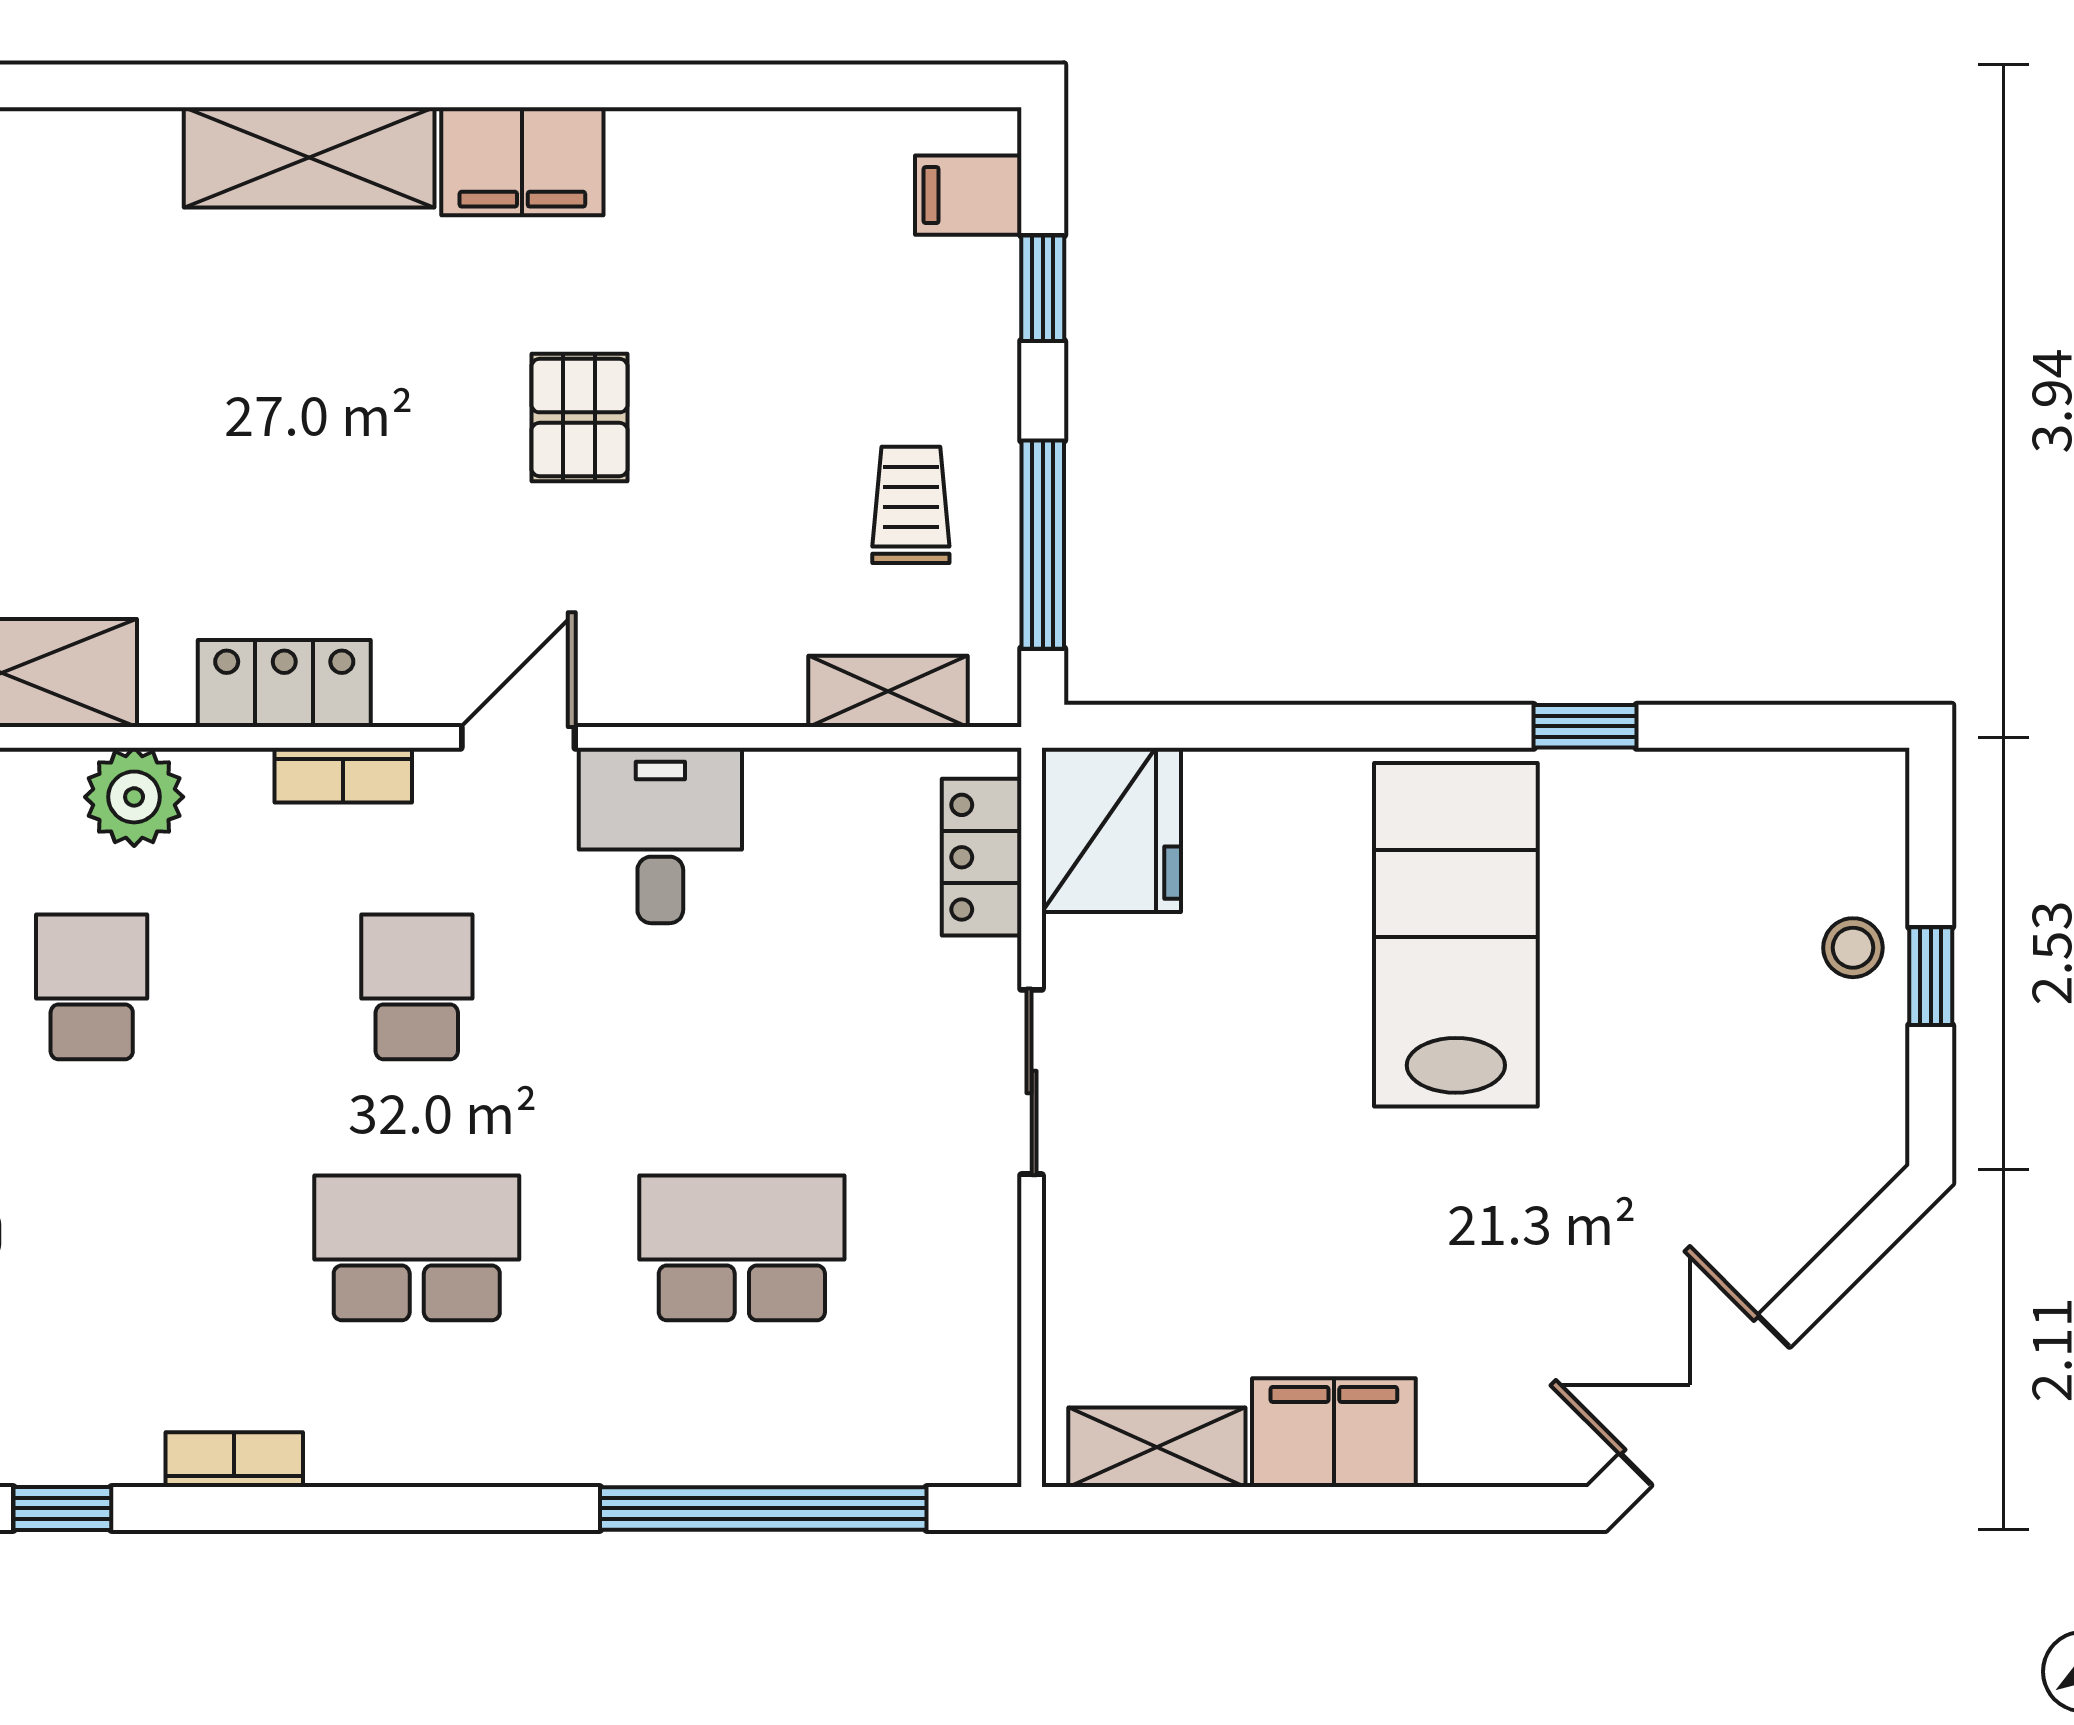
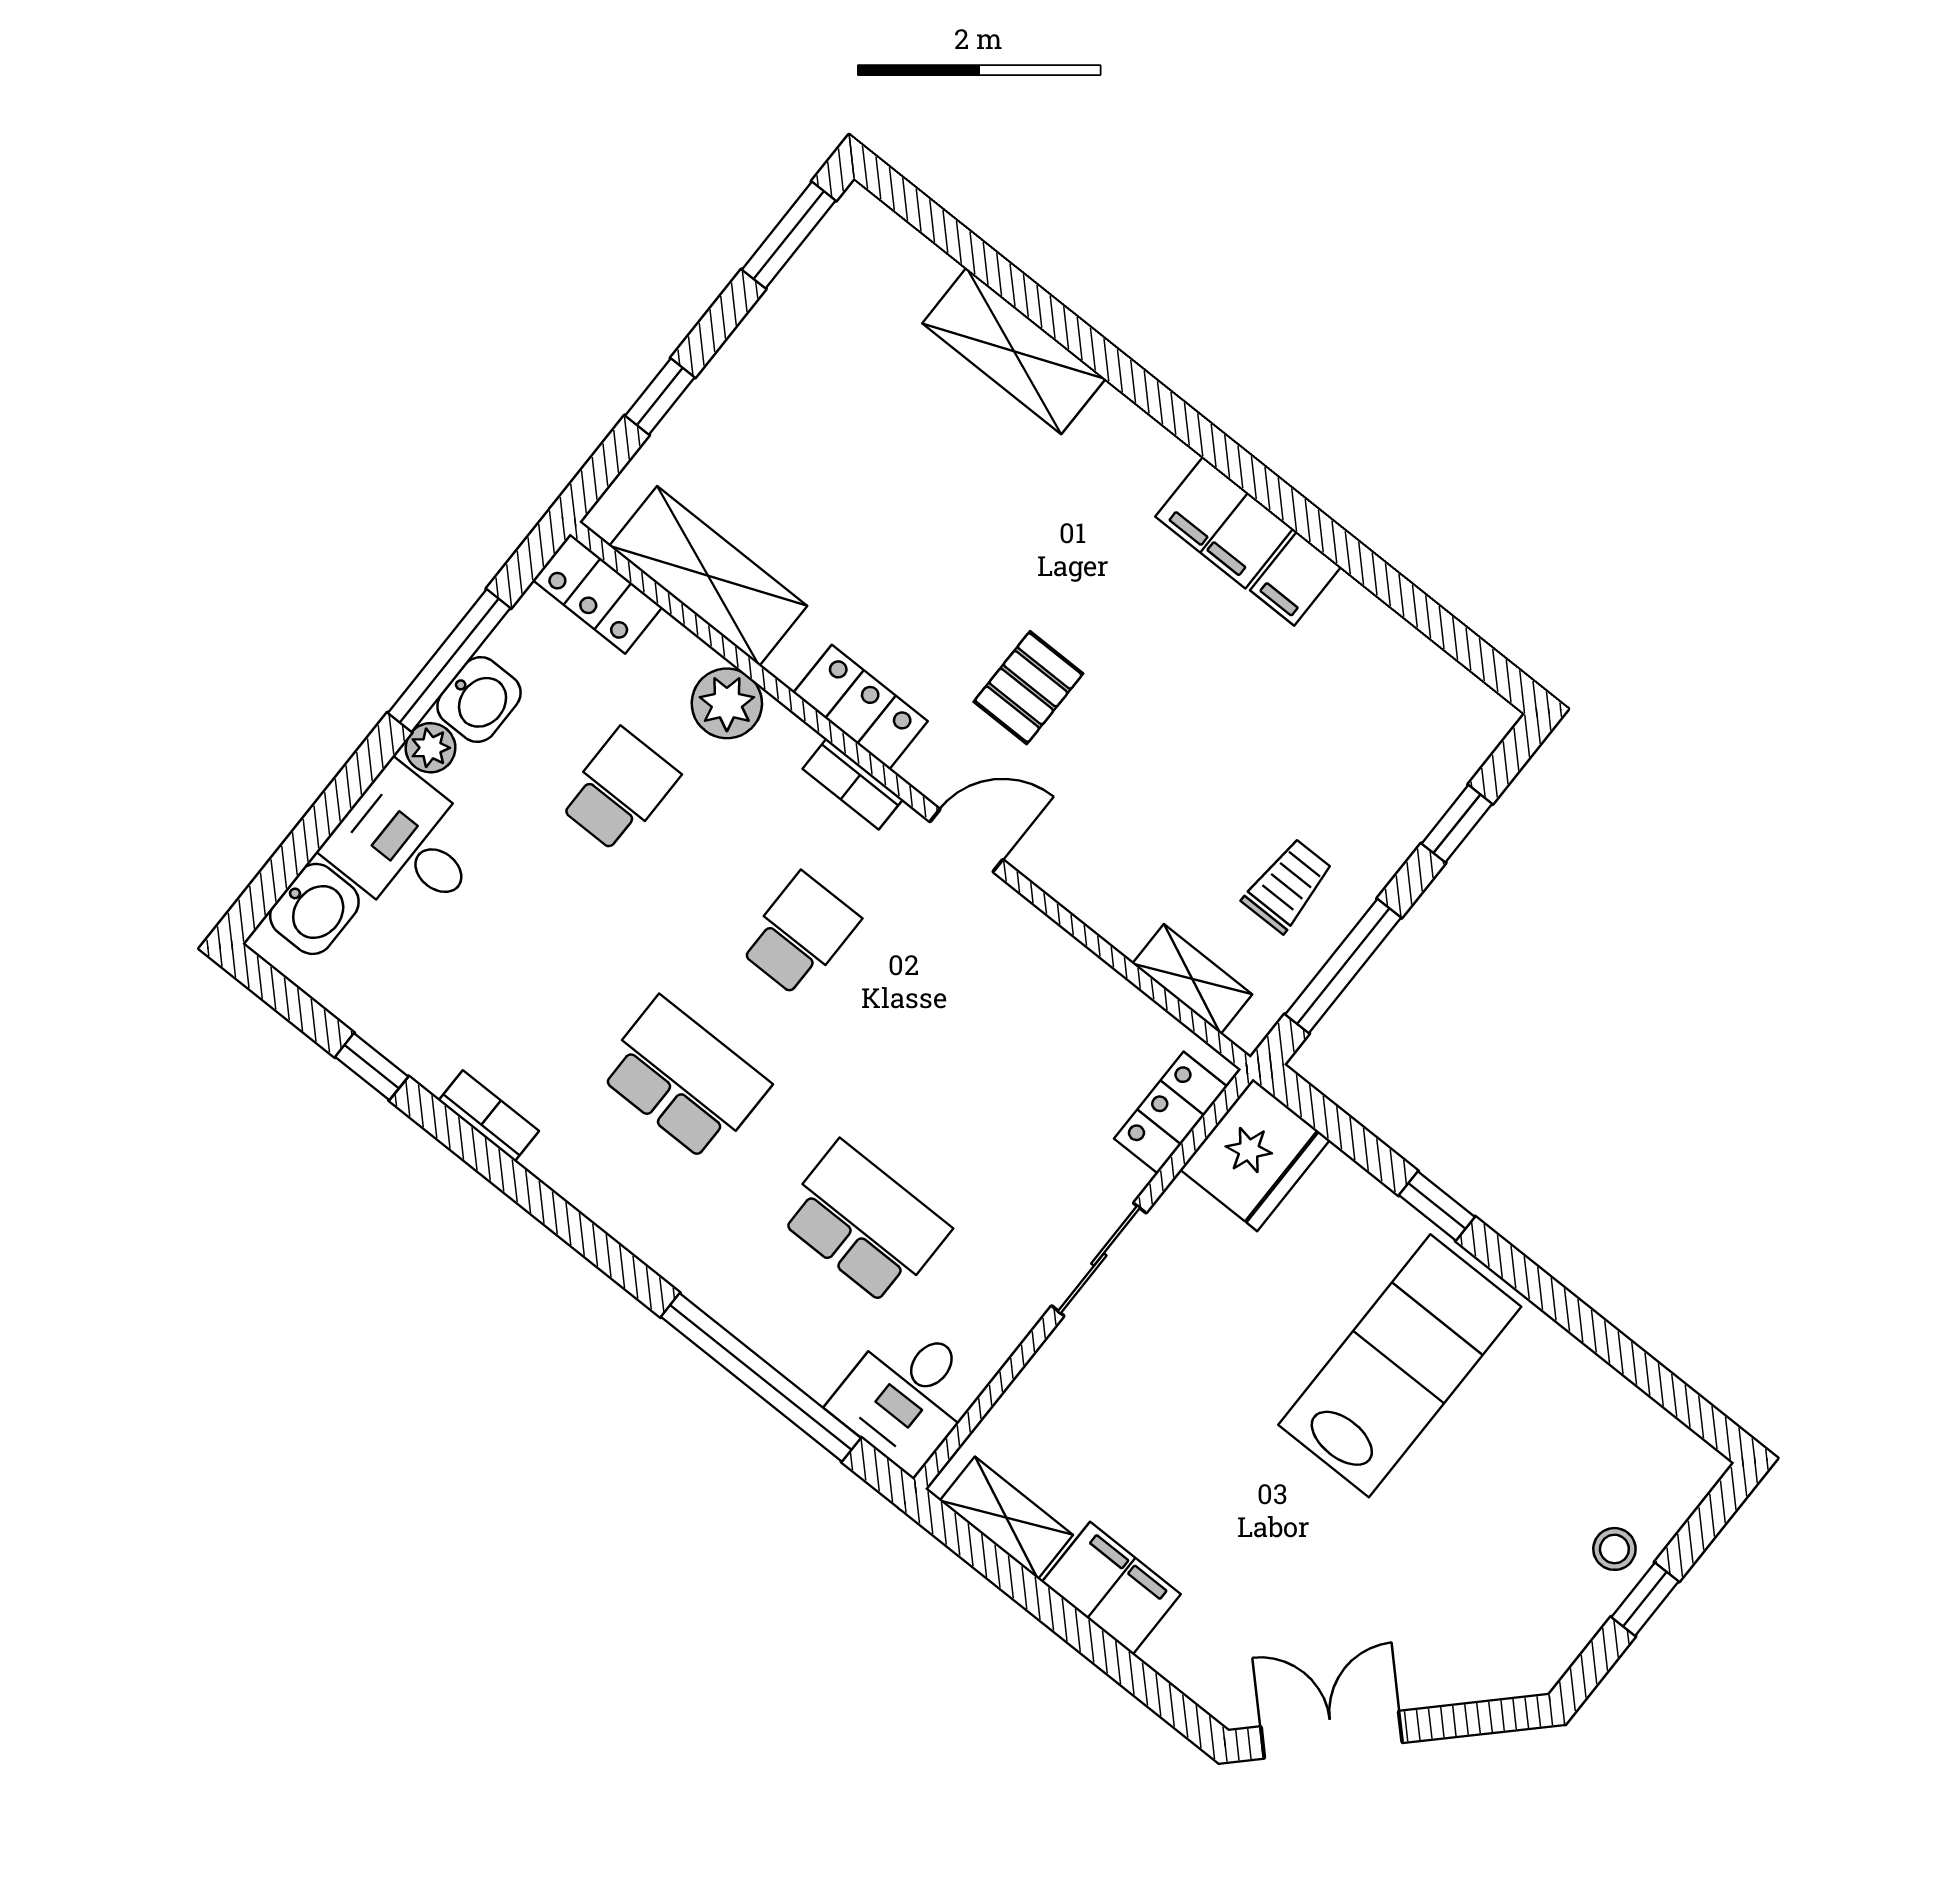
shelving: (309, 157) -> (1014, 351), moved
filing cabinet: (968, 195) -> (1296, 579), moved, turned -90
pallet: (579, 418) -> (1028, 688), moved
window: (1585, 726) -> (1437, 1206), moved
desk: (660, 835) -> (907, 1395), moved, turned 180

